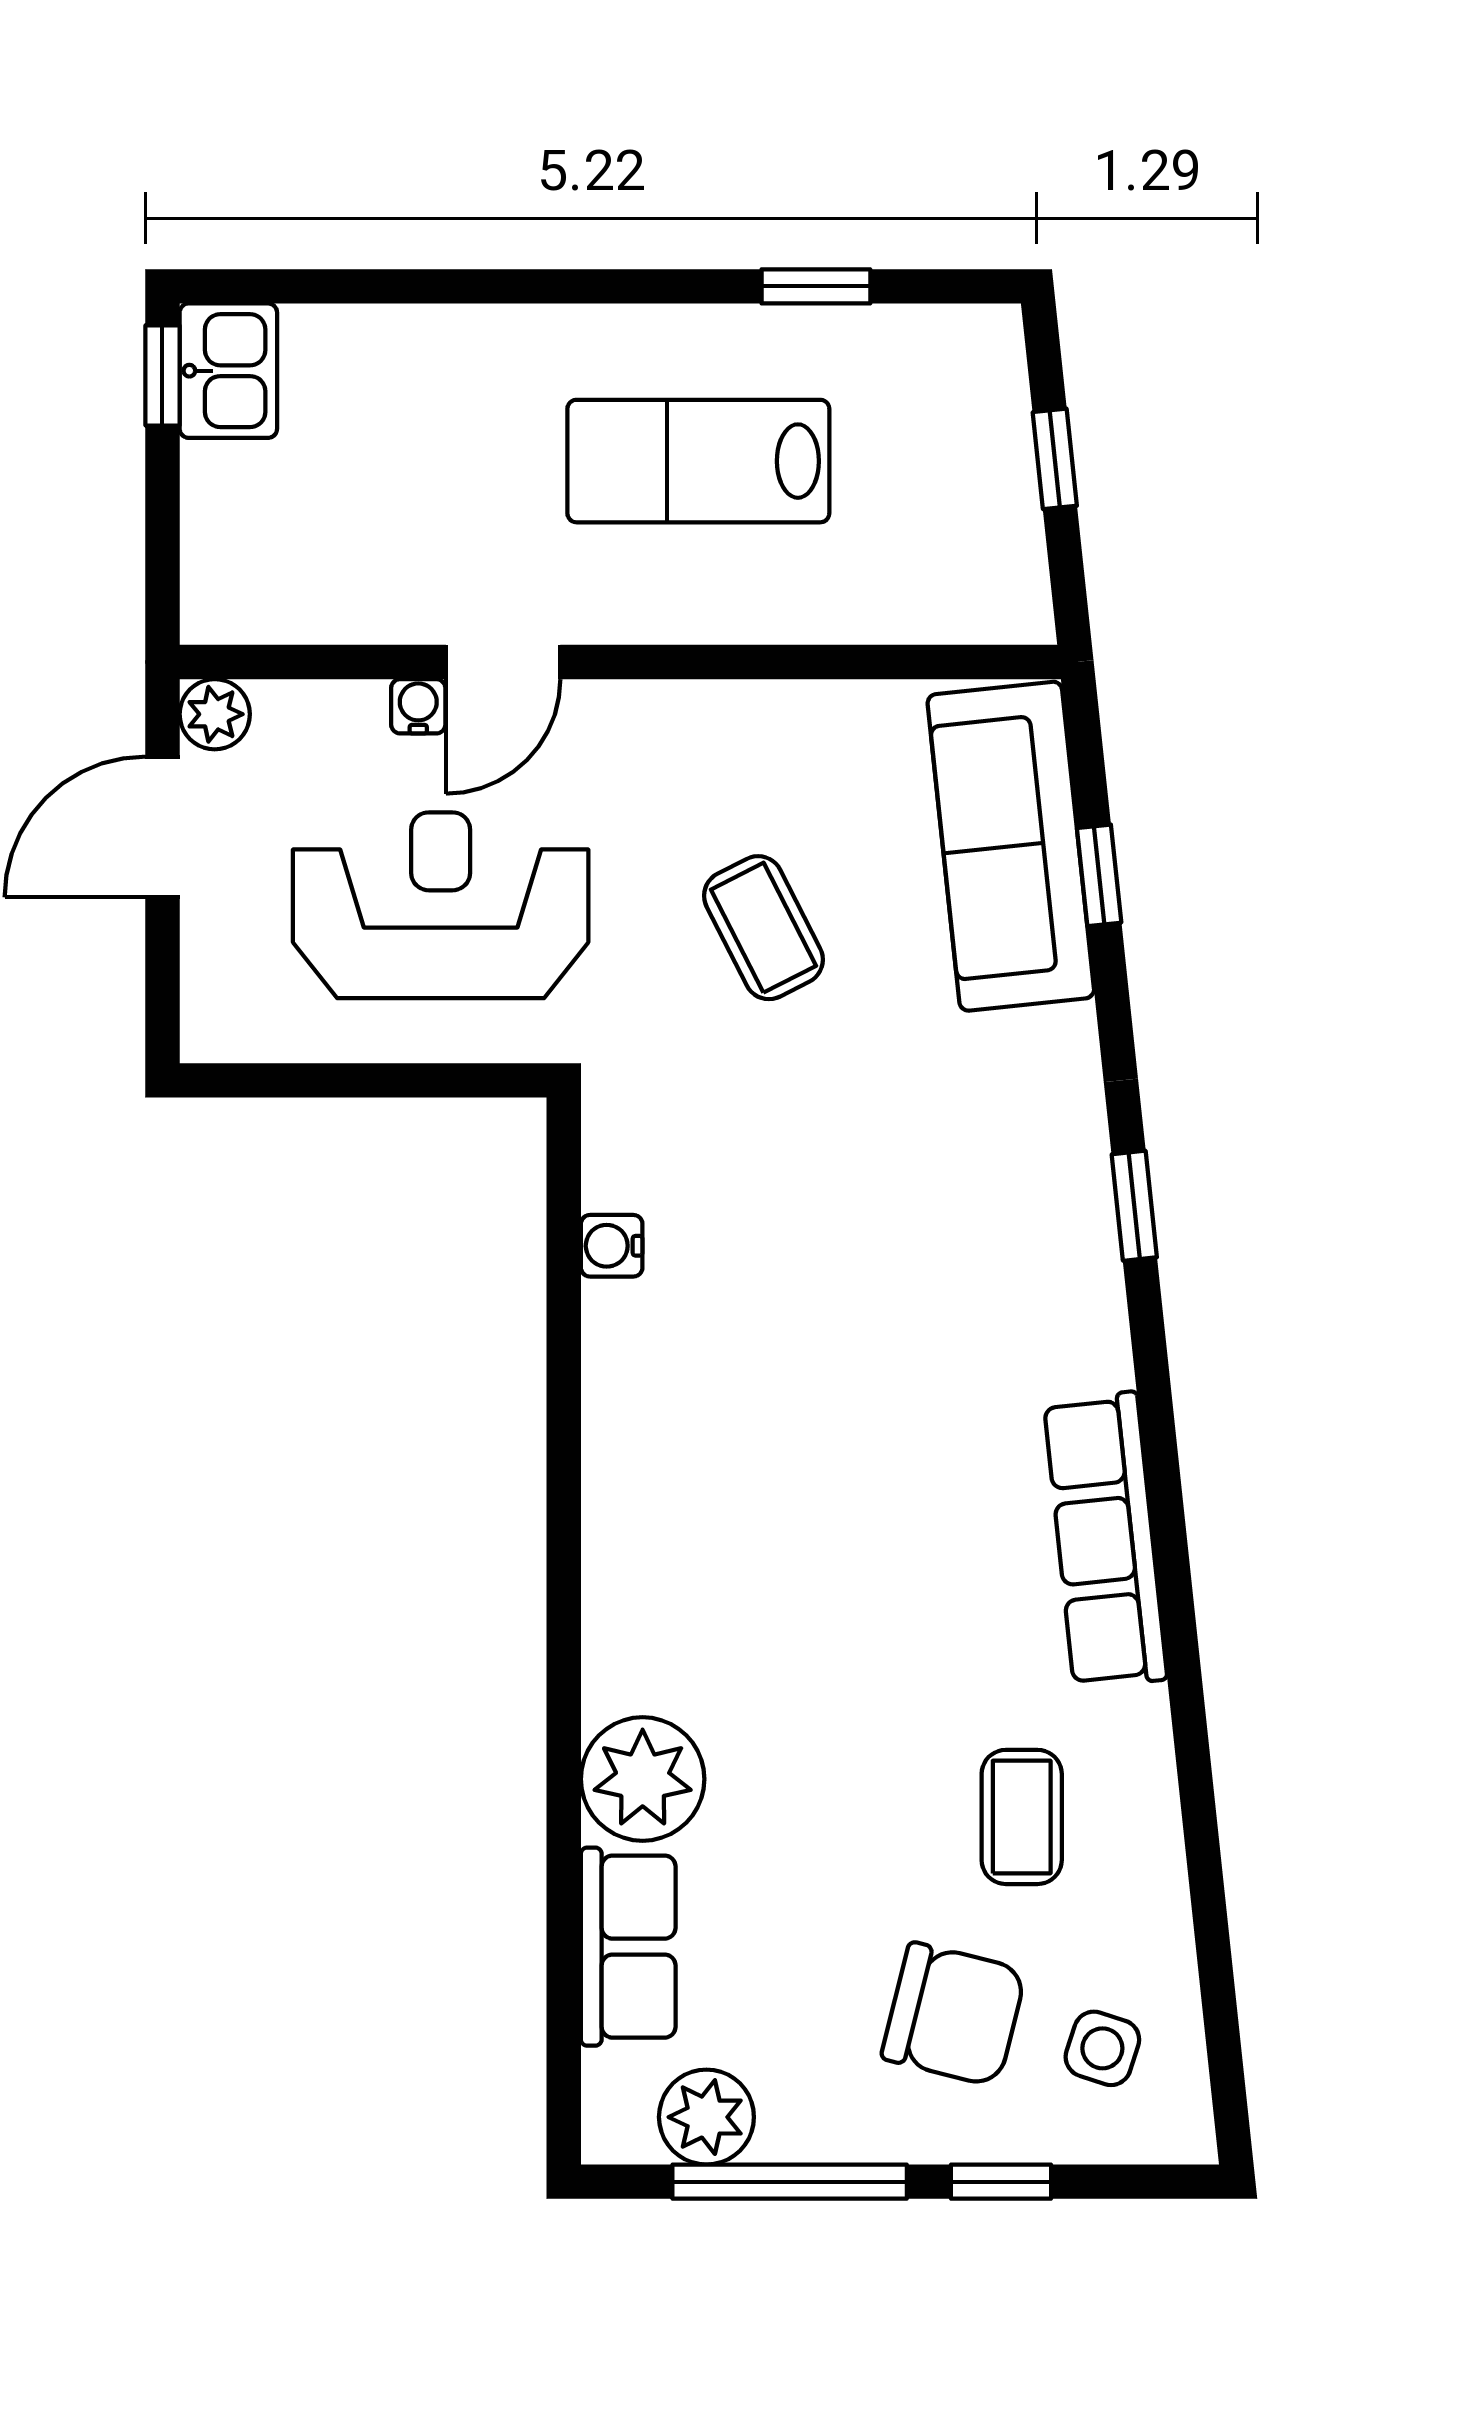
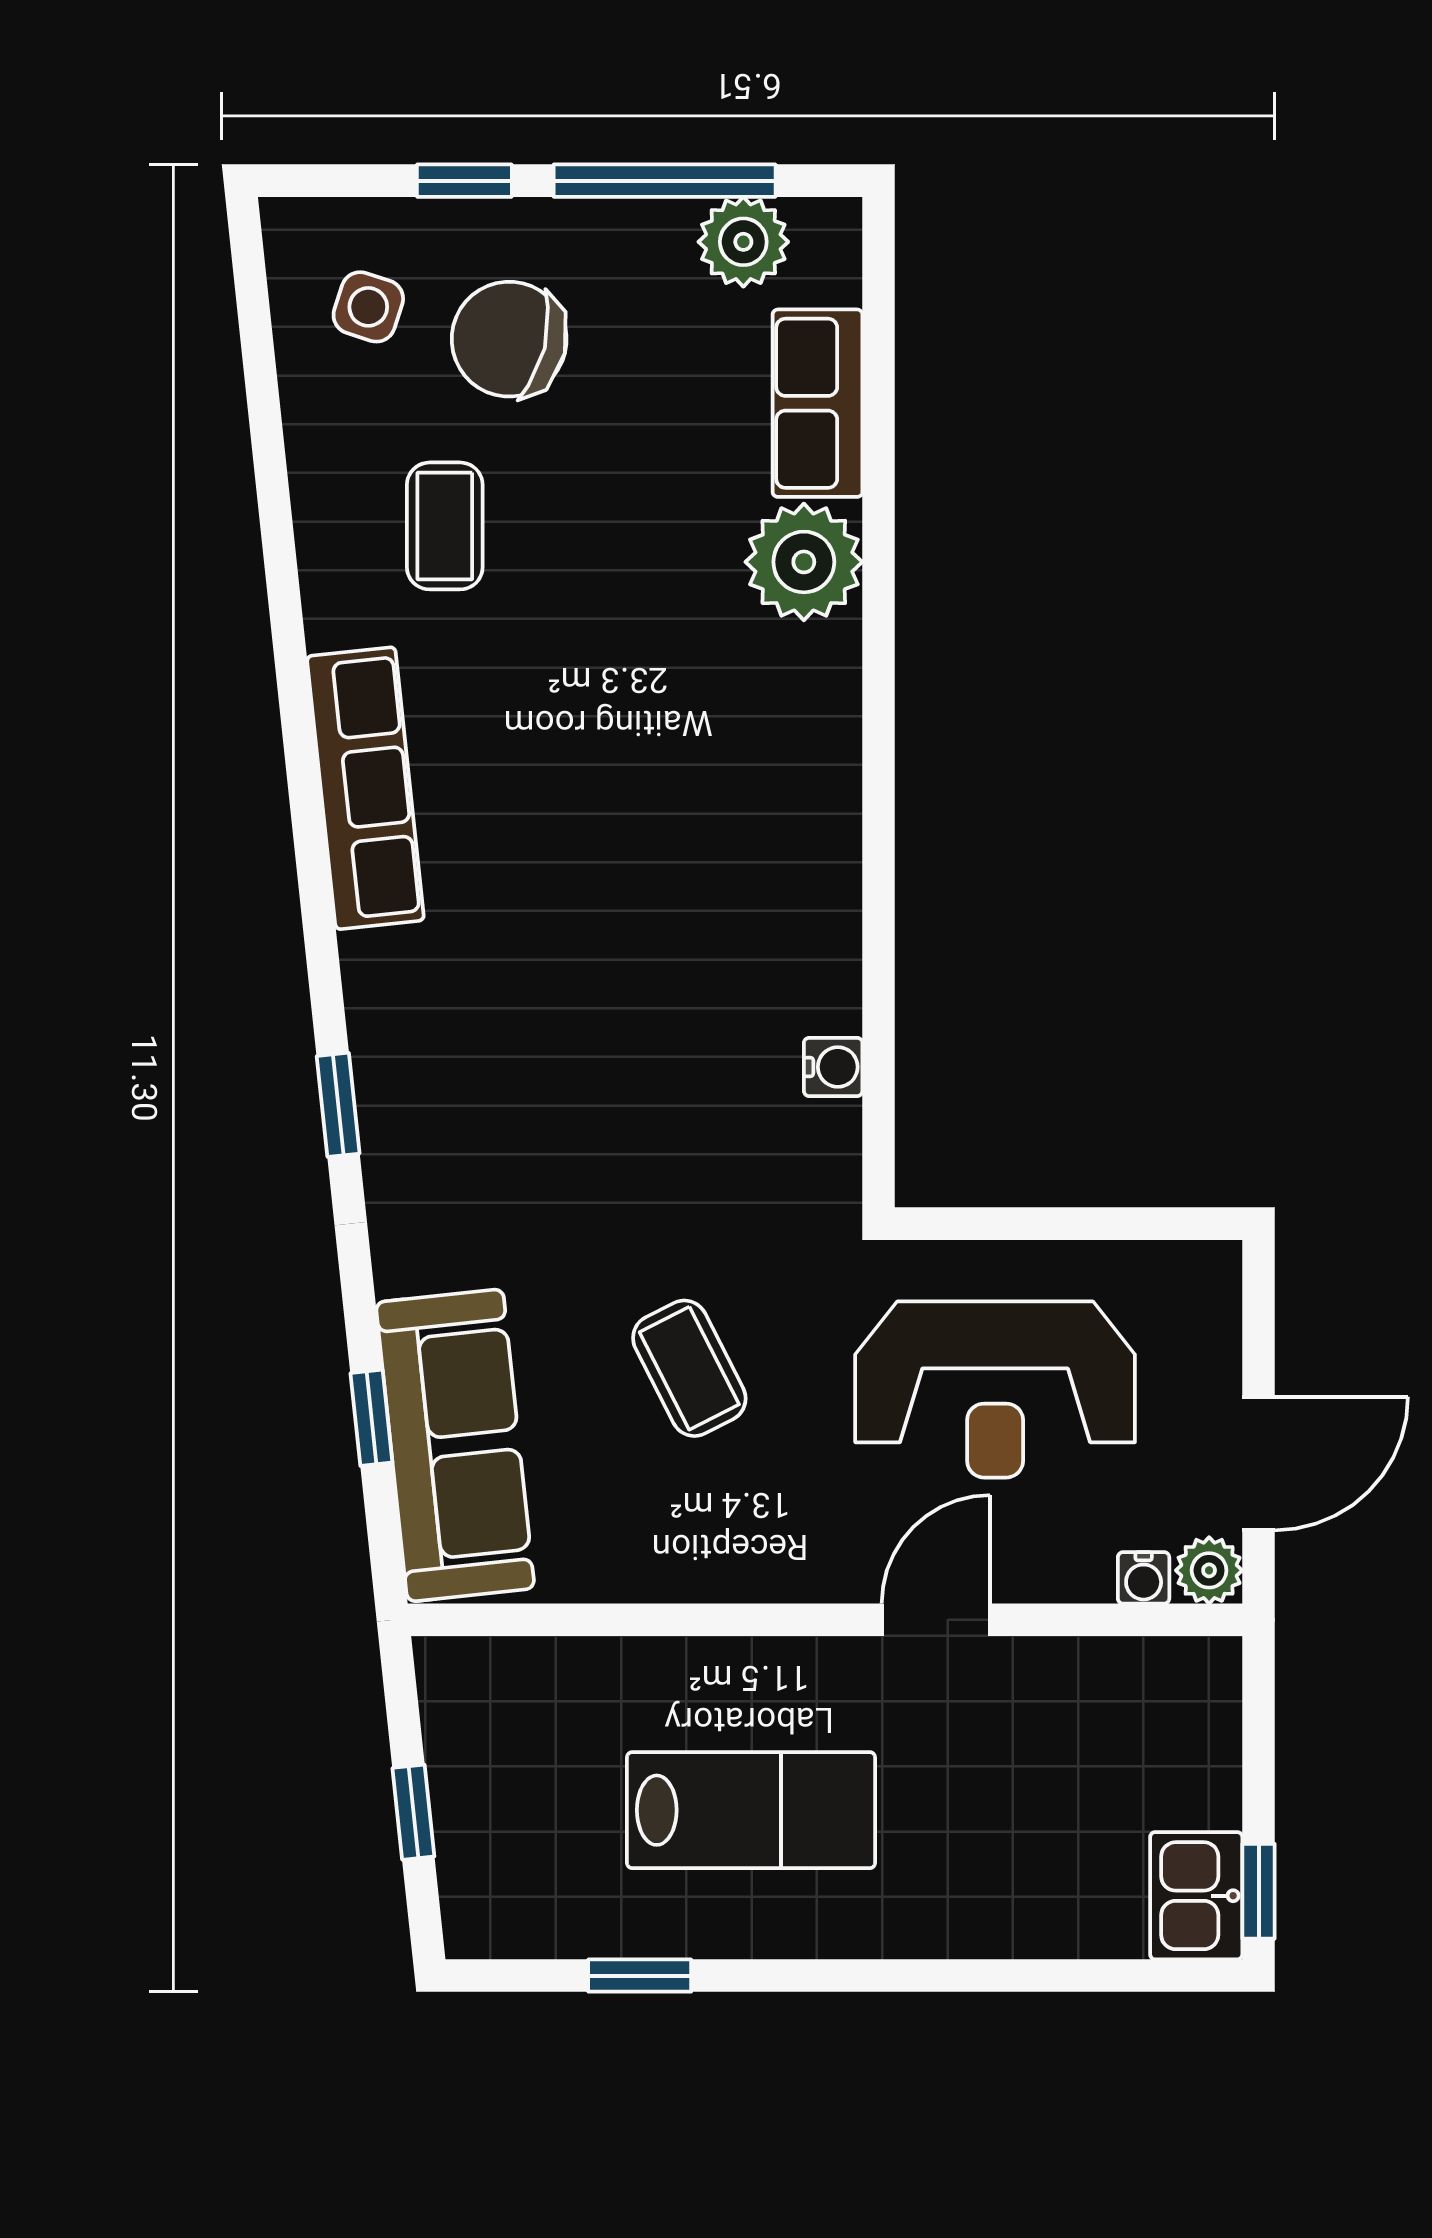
water cooler: (418, 706) -> (1144, 1578), moved

